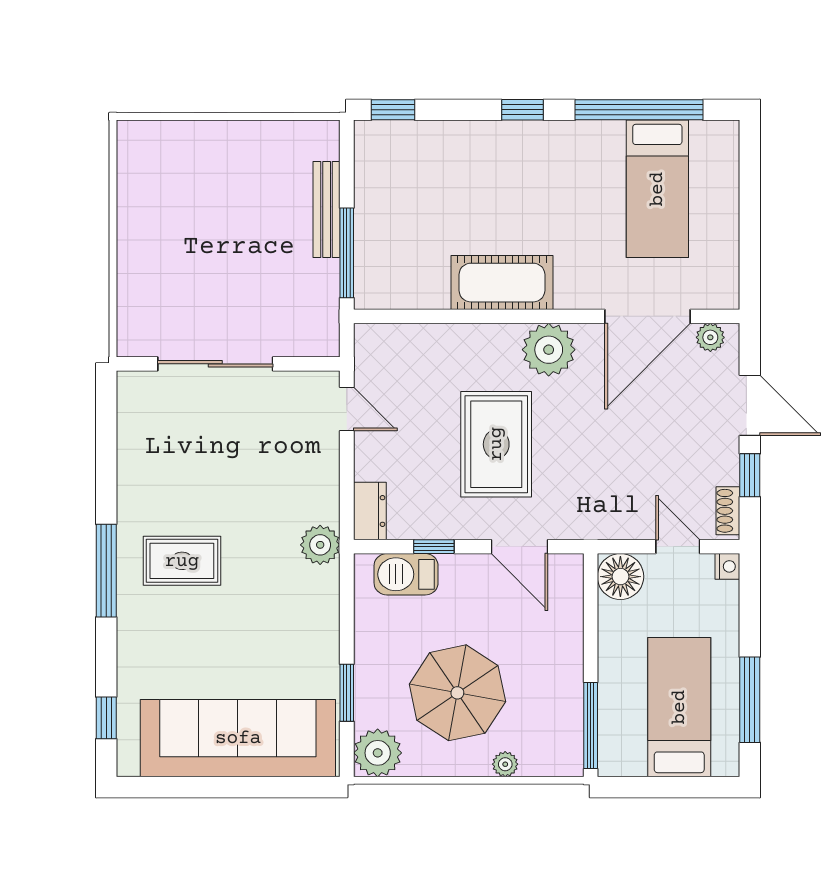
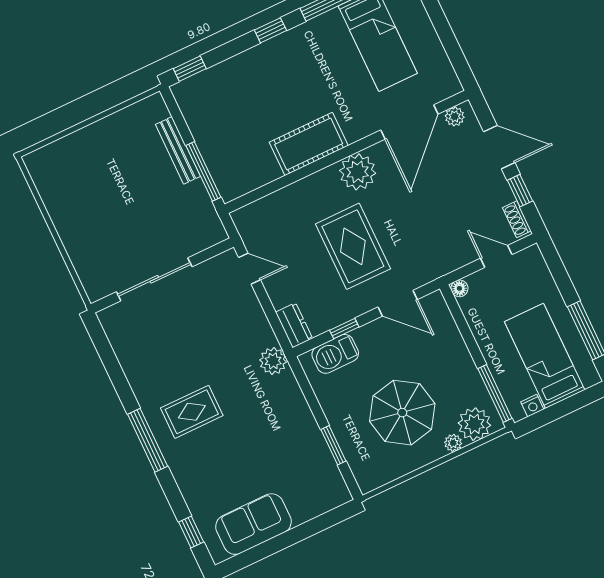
nightstand: (727, 566) -> (532, 406), moved, turned 90
floor lamp: (620, 577) -> (459, 288), width x0.53, depth x0.53
sofa: (238, 738) -> (254, 524), width x0.54, depth x0.79
plant: (378, 753) -> (474, 424), moved

